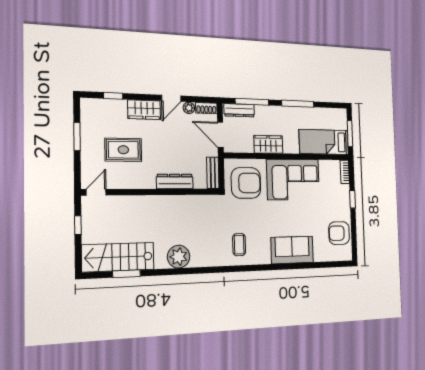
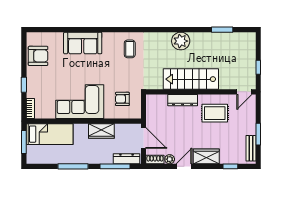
rug: (123, 150) -> (215, 113), moved
bench: (213, 173) -> (251, 148), moved
armchair: (246, 183) -> (122, 99), width x0.53, depth x0.53
stairs: (118, 257) -> (191, 79), moved, turned 180

